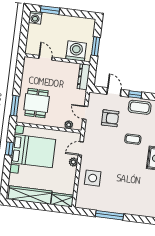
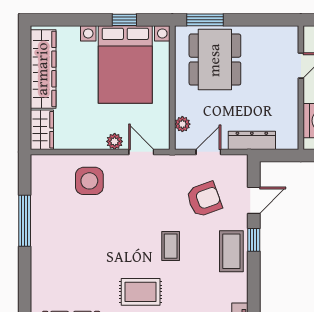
dresser: (84, 77) -> (252, 140), moved
dining table: (37, 103) -> (215, 60), width x1.38
armchair: (110, 118) -> (204, 199), turned -110

